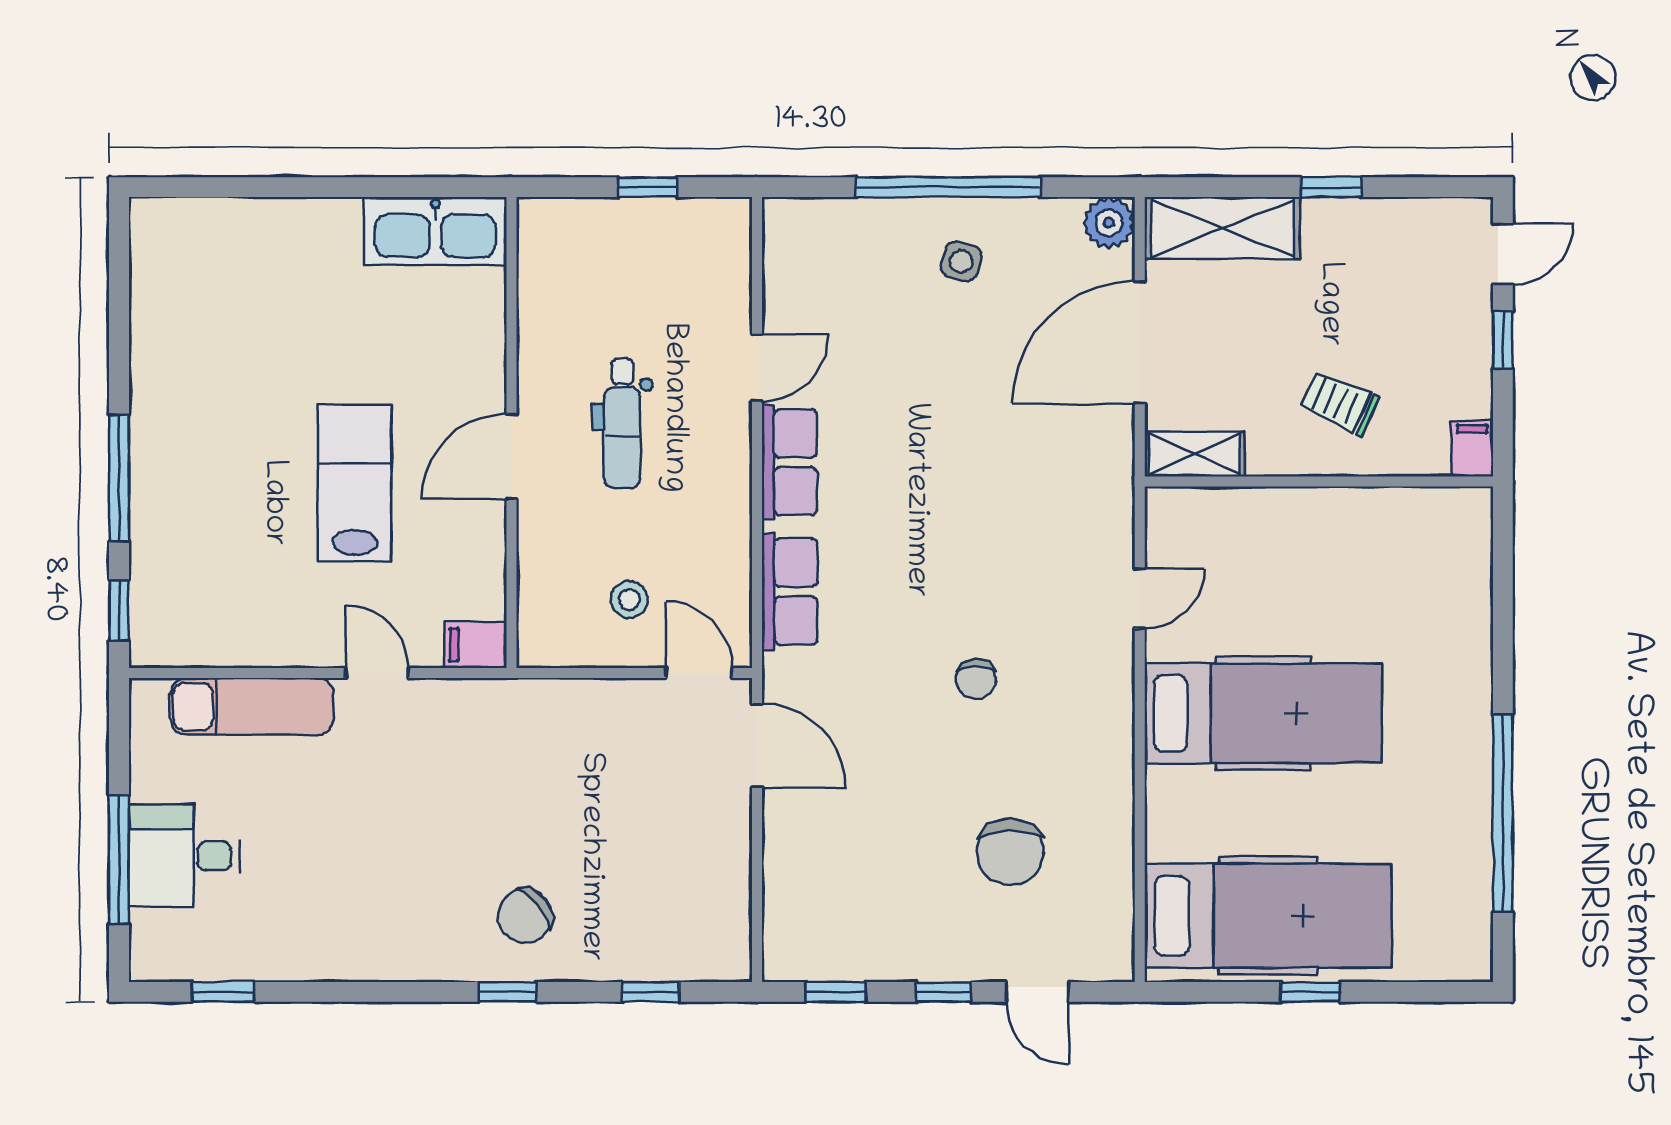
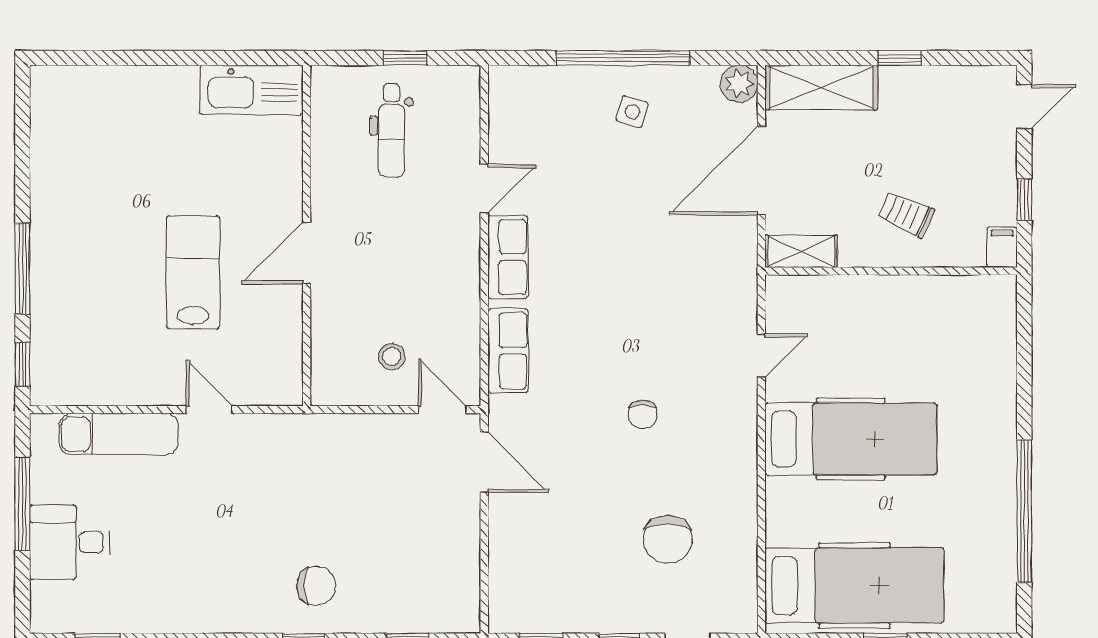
window: (1503, 340) -> (1024, 200), moved
dental chair: (622, 423) -> (392, 130), moved
filing cabinet: (476, 645) -> (281, 389), removed
window: (119, 860) -> (22, 504), moved
chair: (525, 916) -> (316, 586), turned -141

